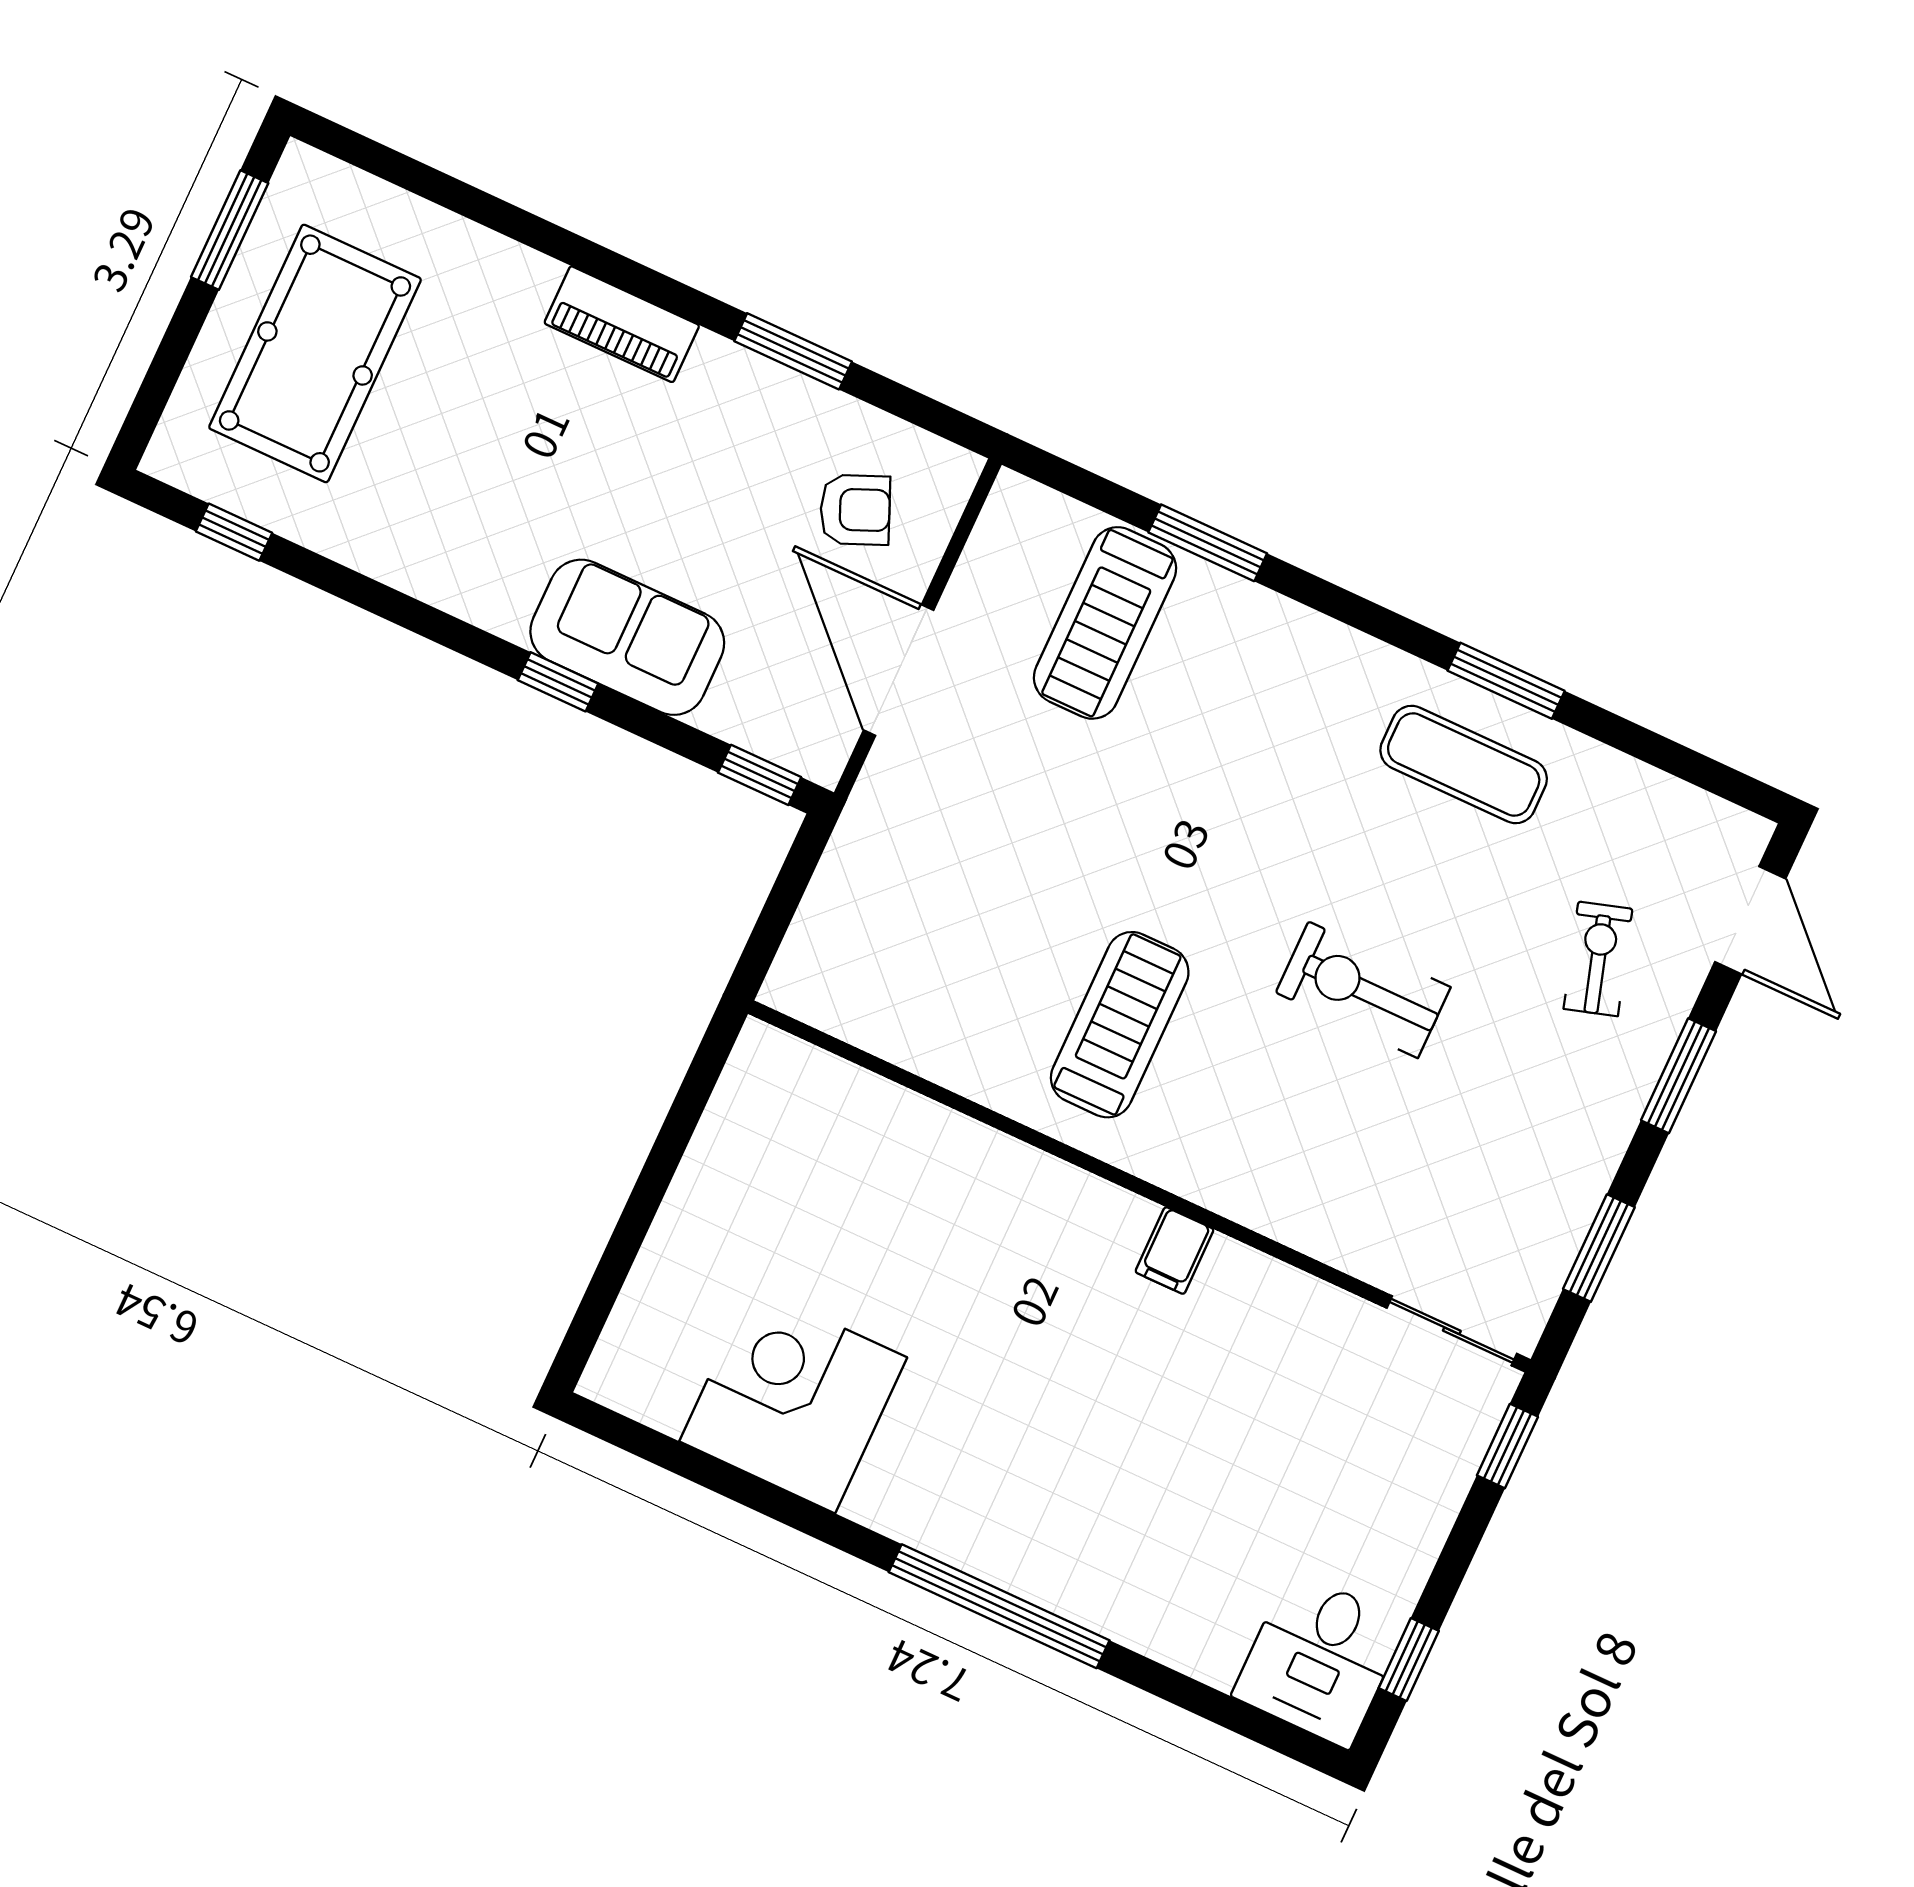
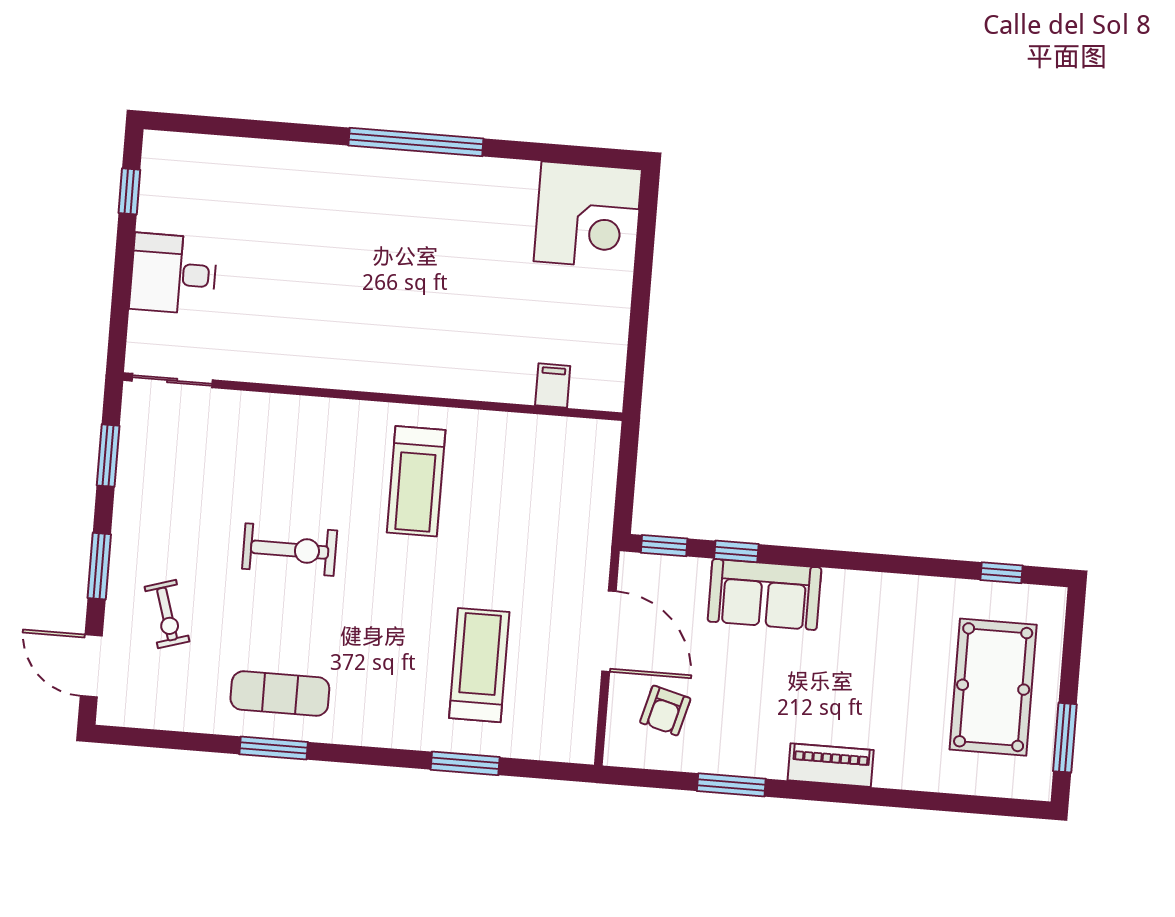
armchair: (855, 510) -> (665, 710), turned -52
treadmill: (1105, 623) -> (479, 665), moved
window: (558, 682) -> (736, 551), moved
filing cabinet: (1174, 1251) -> (553, 386), moved
corner desk: (793, 1399) -> (588, 215), moved
window: (1507, 1446) -> (118, 328), removed
window: (999, 1606) -> (416, 142), moved
desk: (1319, 1659) -> (173, 274), moved, turned -90

